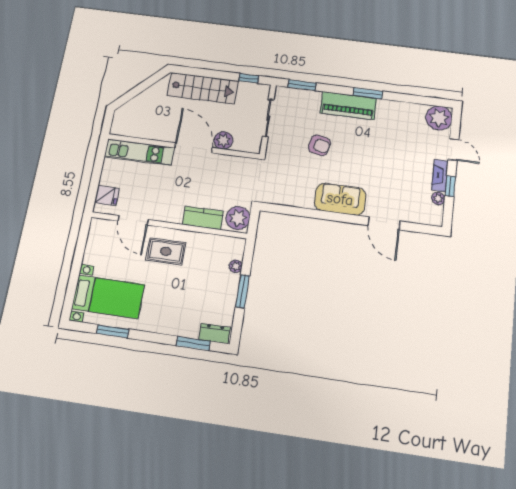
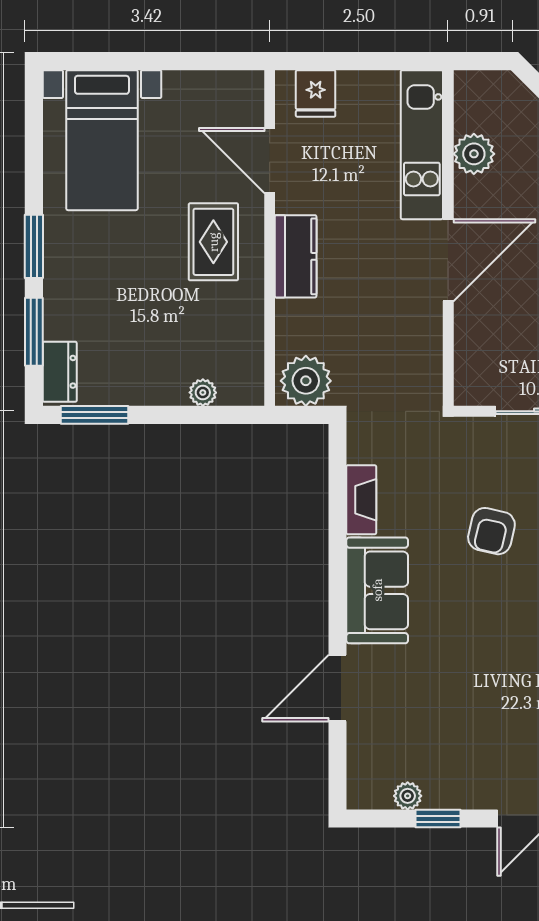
plant: (223, 140) -> (474, 154), moved
fireplace: (440, 175) -> (361, 500), moved, turned 90
kitchen counter: (203, 218) -> (296, 256), moved
door: (133, 220) -> (270, 160), hinge flipped
window: (243, 291) -> (94, 415), moved
window: (113, 331) -> (34, 246), moved

